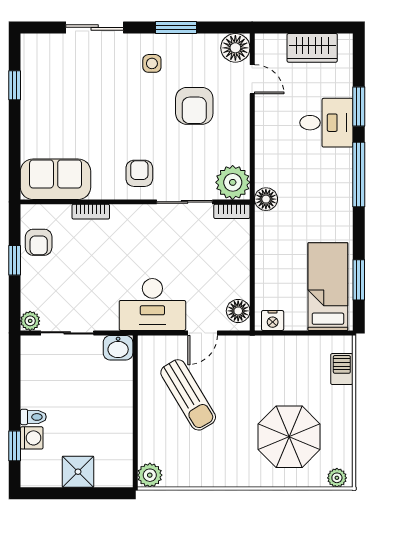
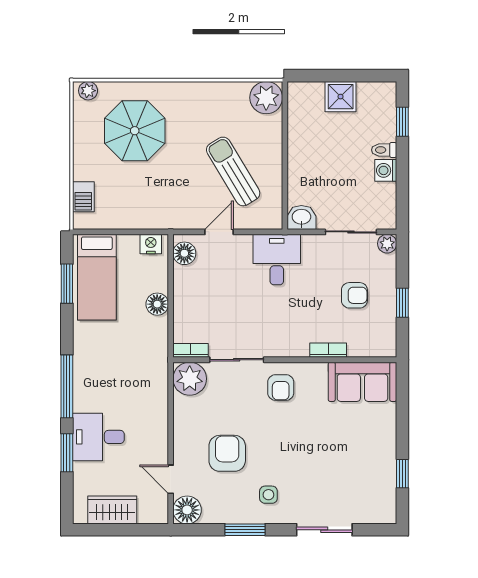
floor lamp: (266, 199) -> (157, 304), moved
armchair: (39, 242) -> (354, 295), moved, turned 90
desk: (152, 305) -> (277, 260), width x0.73
washing machine: (32, 438) -> (386, 170), moved
plant: (150, 475) -> (266, 98), width x1.36, depth x1.36

